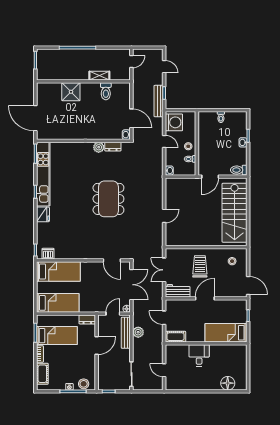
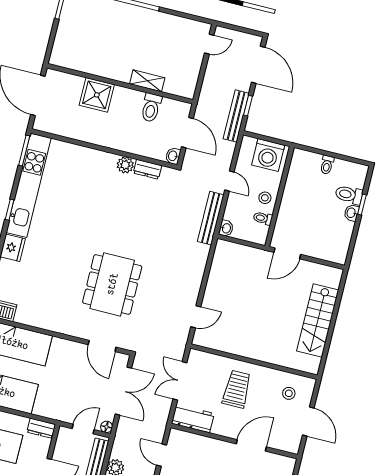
door: (164, 67) -> (258, 65), width x1.88
shelving: (99, 76) -> (147, 81), moved
wall: (83, 81) -> (120, 84), moved
toilet: (106, 91) -> (151, 108), moved
shower: (71, 92) -> (97, 95), moved
washing machine: (174, 122) -> (268, 155), moved, turned 90
bench: (158, 167) -> (211, 218), added
toilet: (239, 170) -> (349, 195), moved
dining table: (108, 199) -> (112, 284), moved
stairs: (235, 213) -> (318, 321), width x0.73, depth x0.66
door: (164, 216) -> (196, 317), moved
door: (248, 286) -> (308, 422), moved
door: (205, 298) -> (251, 445), moved

